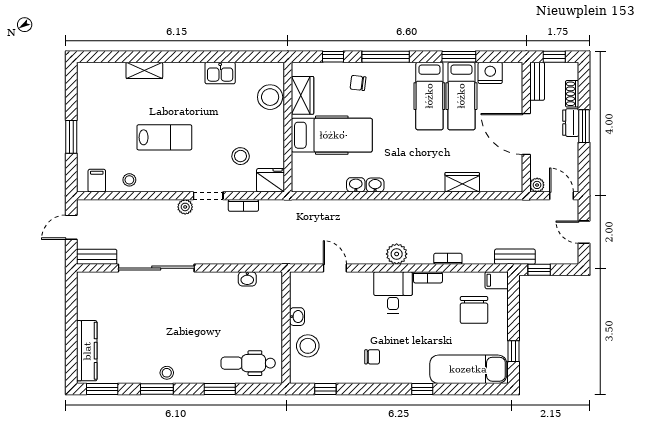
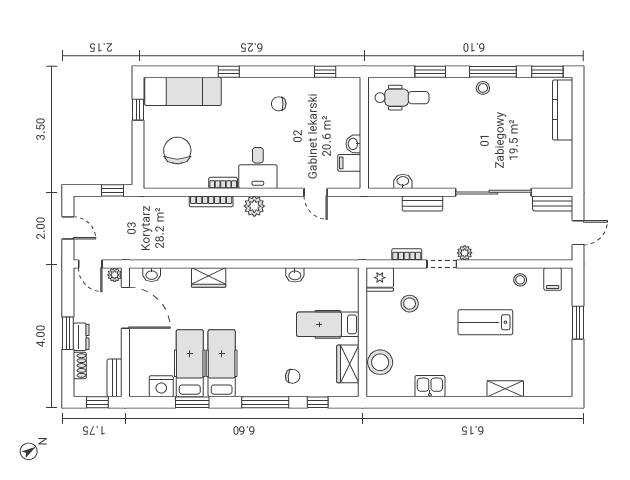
door: (526, 134) -> (125, 308), moved
hospital bed: (332, 135) -> (328, 324), width x0.73, depth x0.78
wardrobe: (462, 182) -> (209, 277), moved
washbasin: (375, 185) -> (152, 275), moved
bench: (515, 257) -> (422, 203), moved
bookcase: (448, 259) -> (211, 201), width x1.56
filing cabinet: (497, 280) -> (349, 163), moved, turned 180
stool: (308, 346) -> (343, 115), removed
window: (157, 389) -> (493, 72), width x1.44

